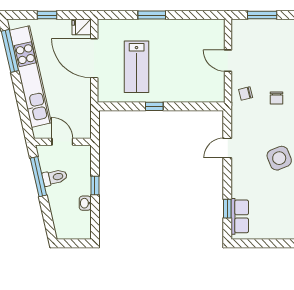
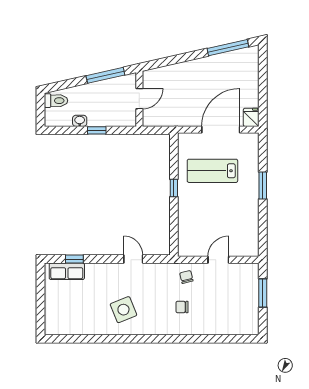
window: (47, 15) -> (263, 84), removed
kitchen unit: (30, 77) -> (203, 67), removed
toilet: (55, 177) -> (56, 101), moved, turned -77

